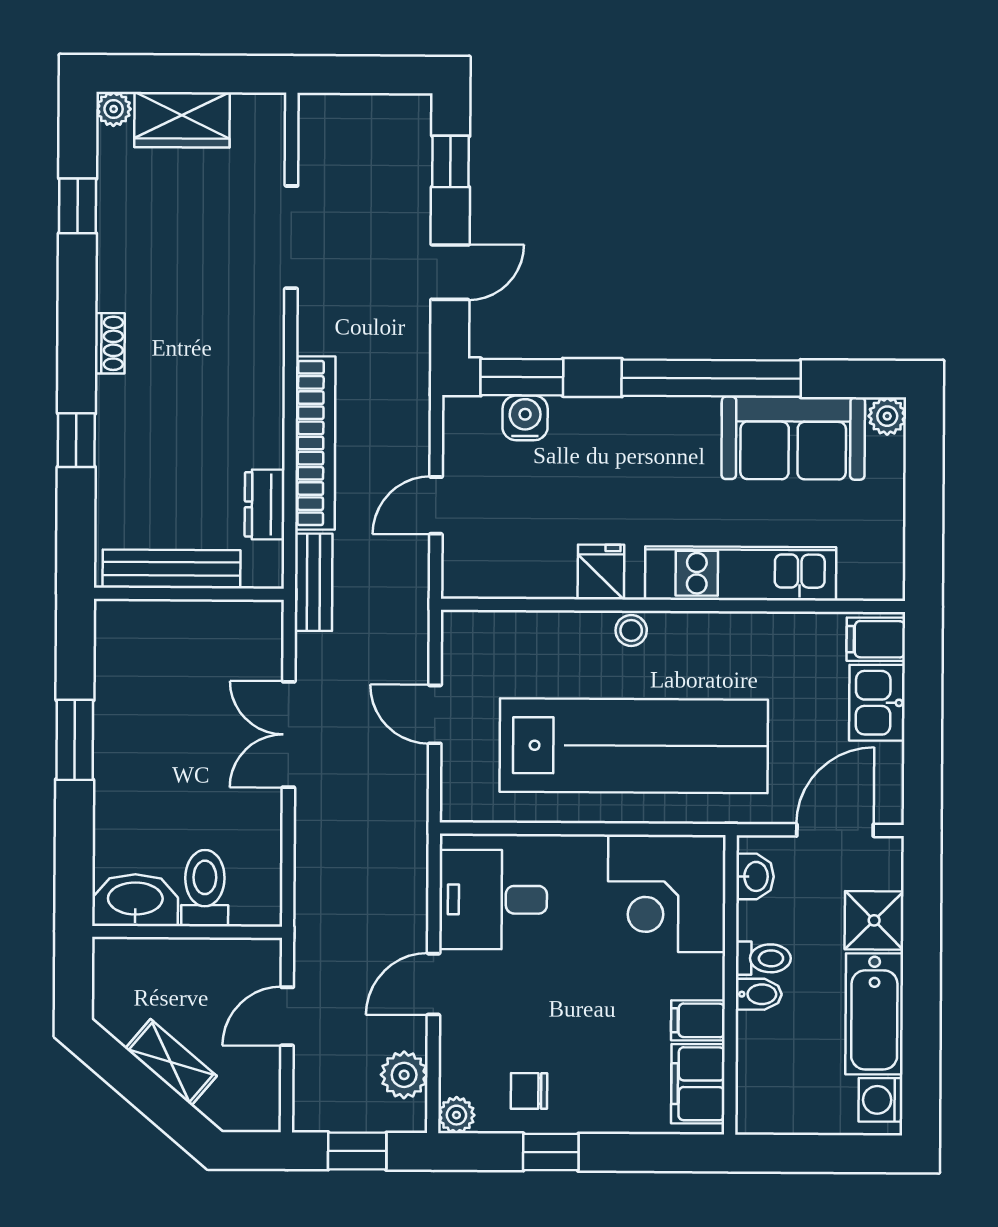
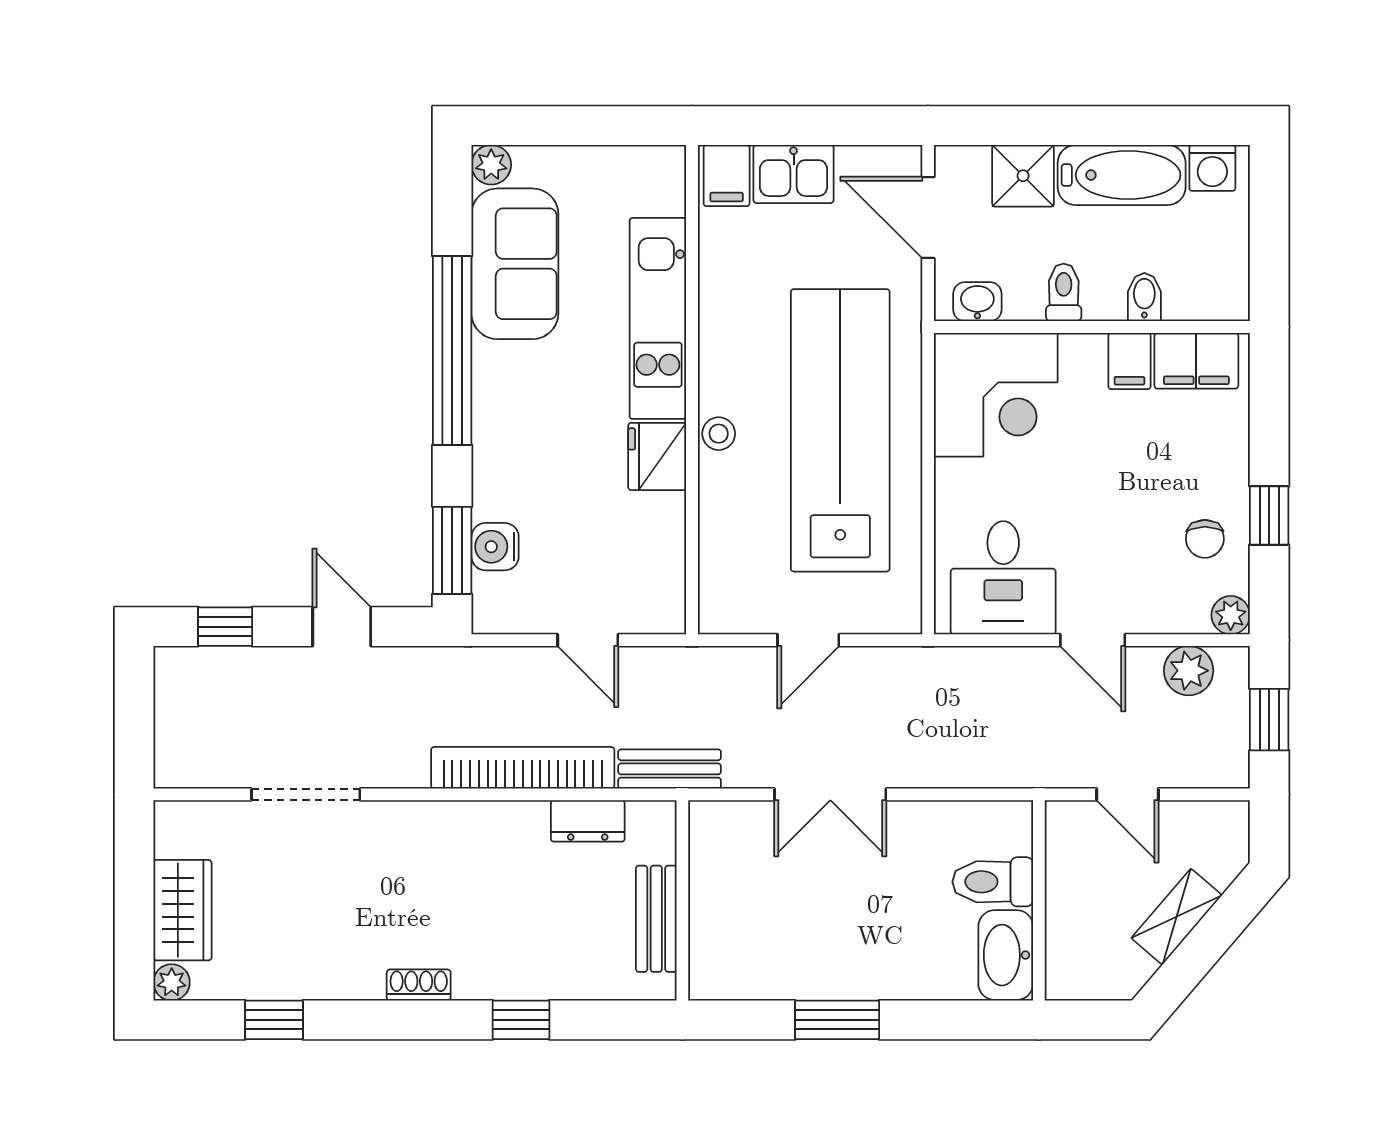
bench: (172, 569) -> (656, 919), width x0.73
fridge: (601, 572) -> (657, 456), width x1.38
bidet: (759, 994) -> (1144, 297), moved

